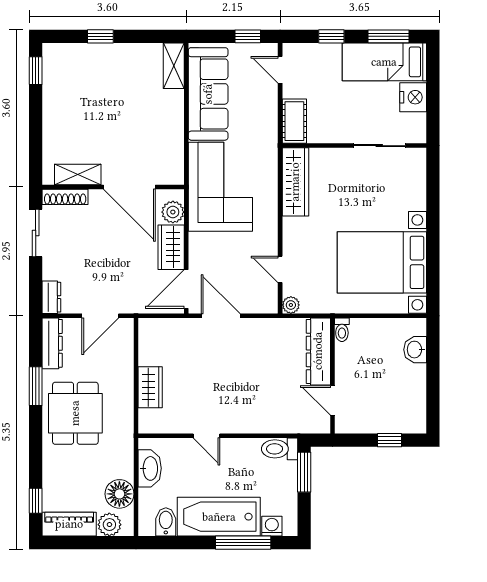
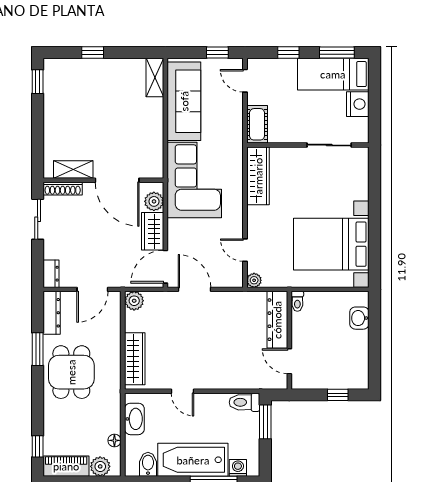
plant: (149, 329) -> (134, 301), added
wardrobe: (150, 387) -> (135, 359), width x1.50
floor lamp: (119, 494) -> (114, 440), width x0.53, depth x0.53

